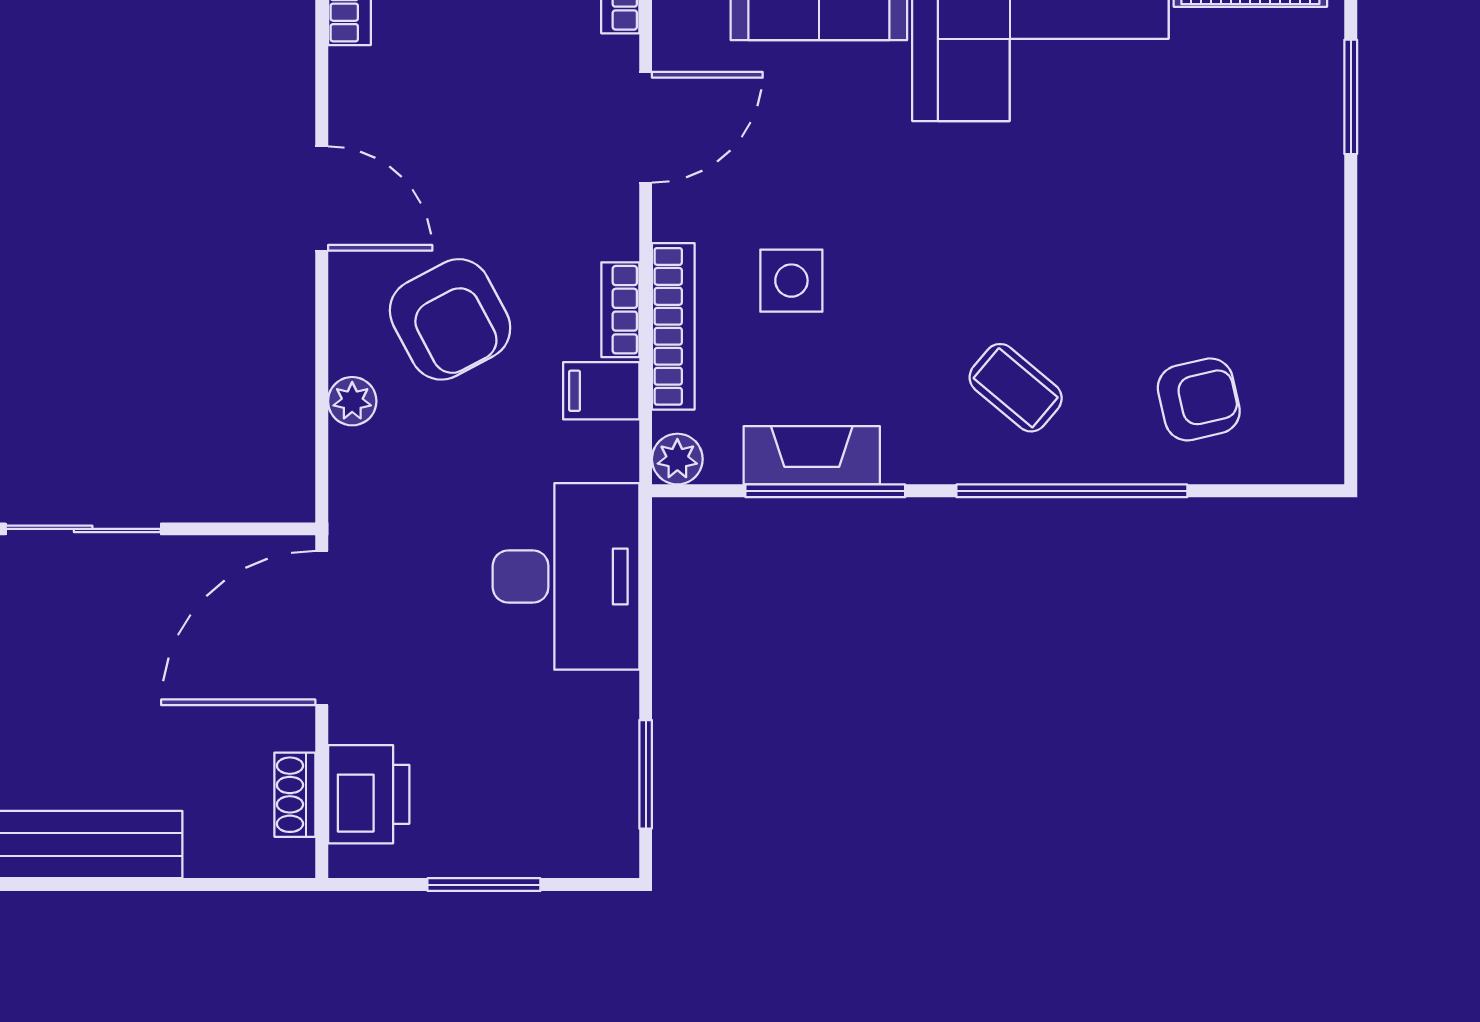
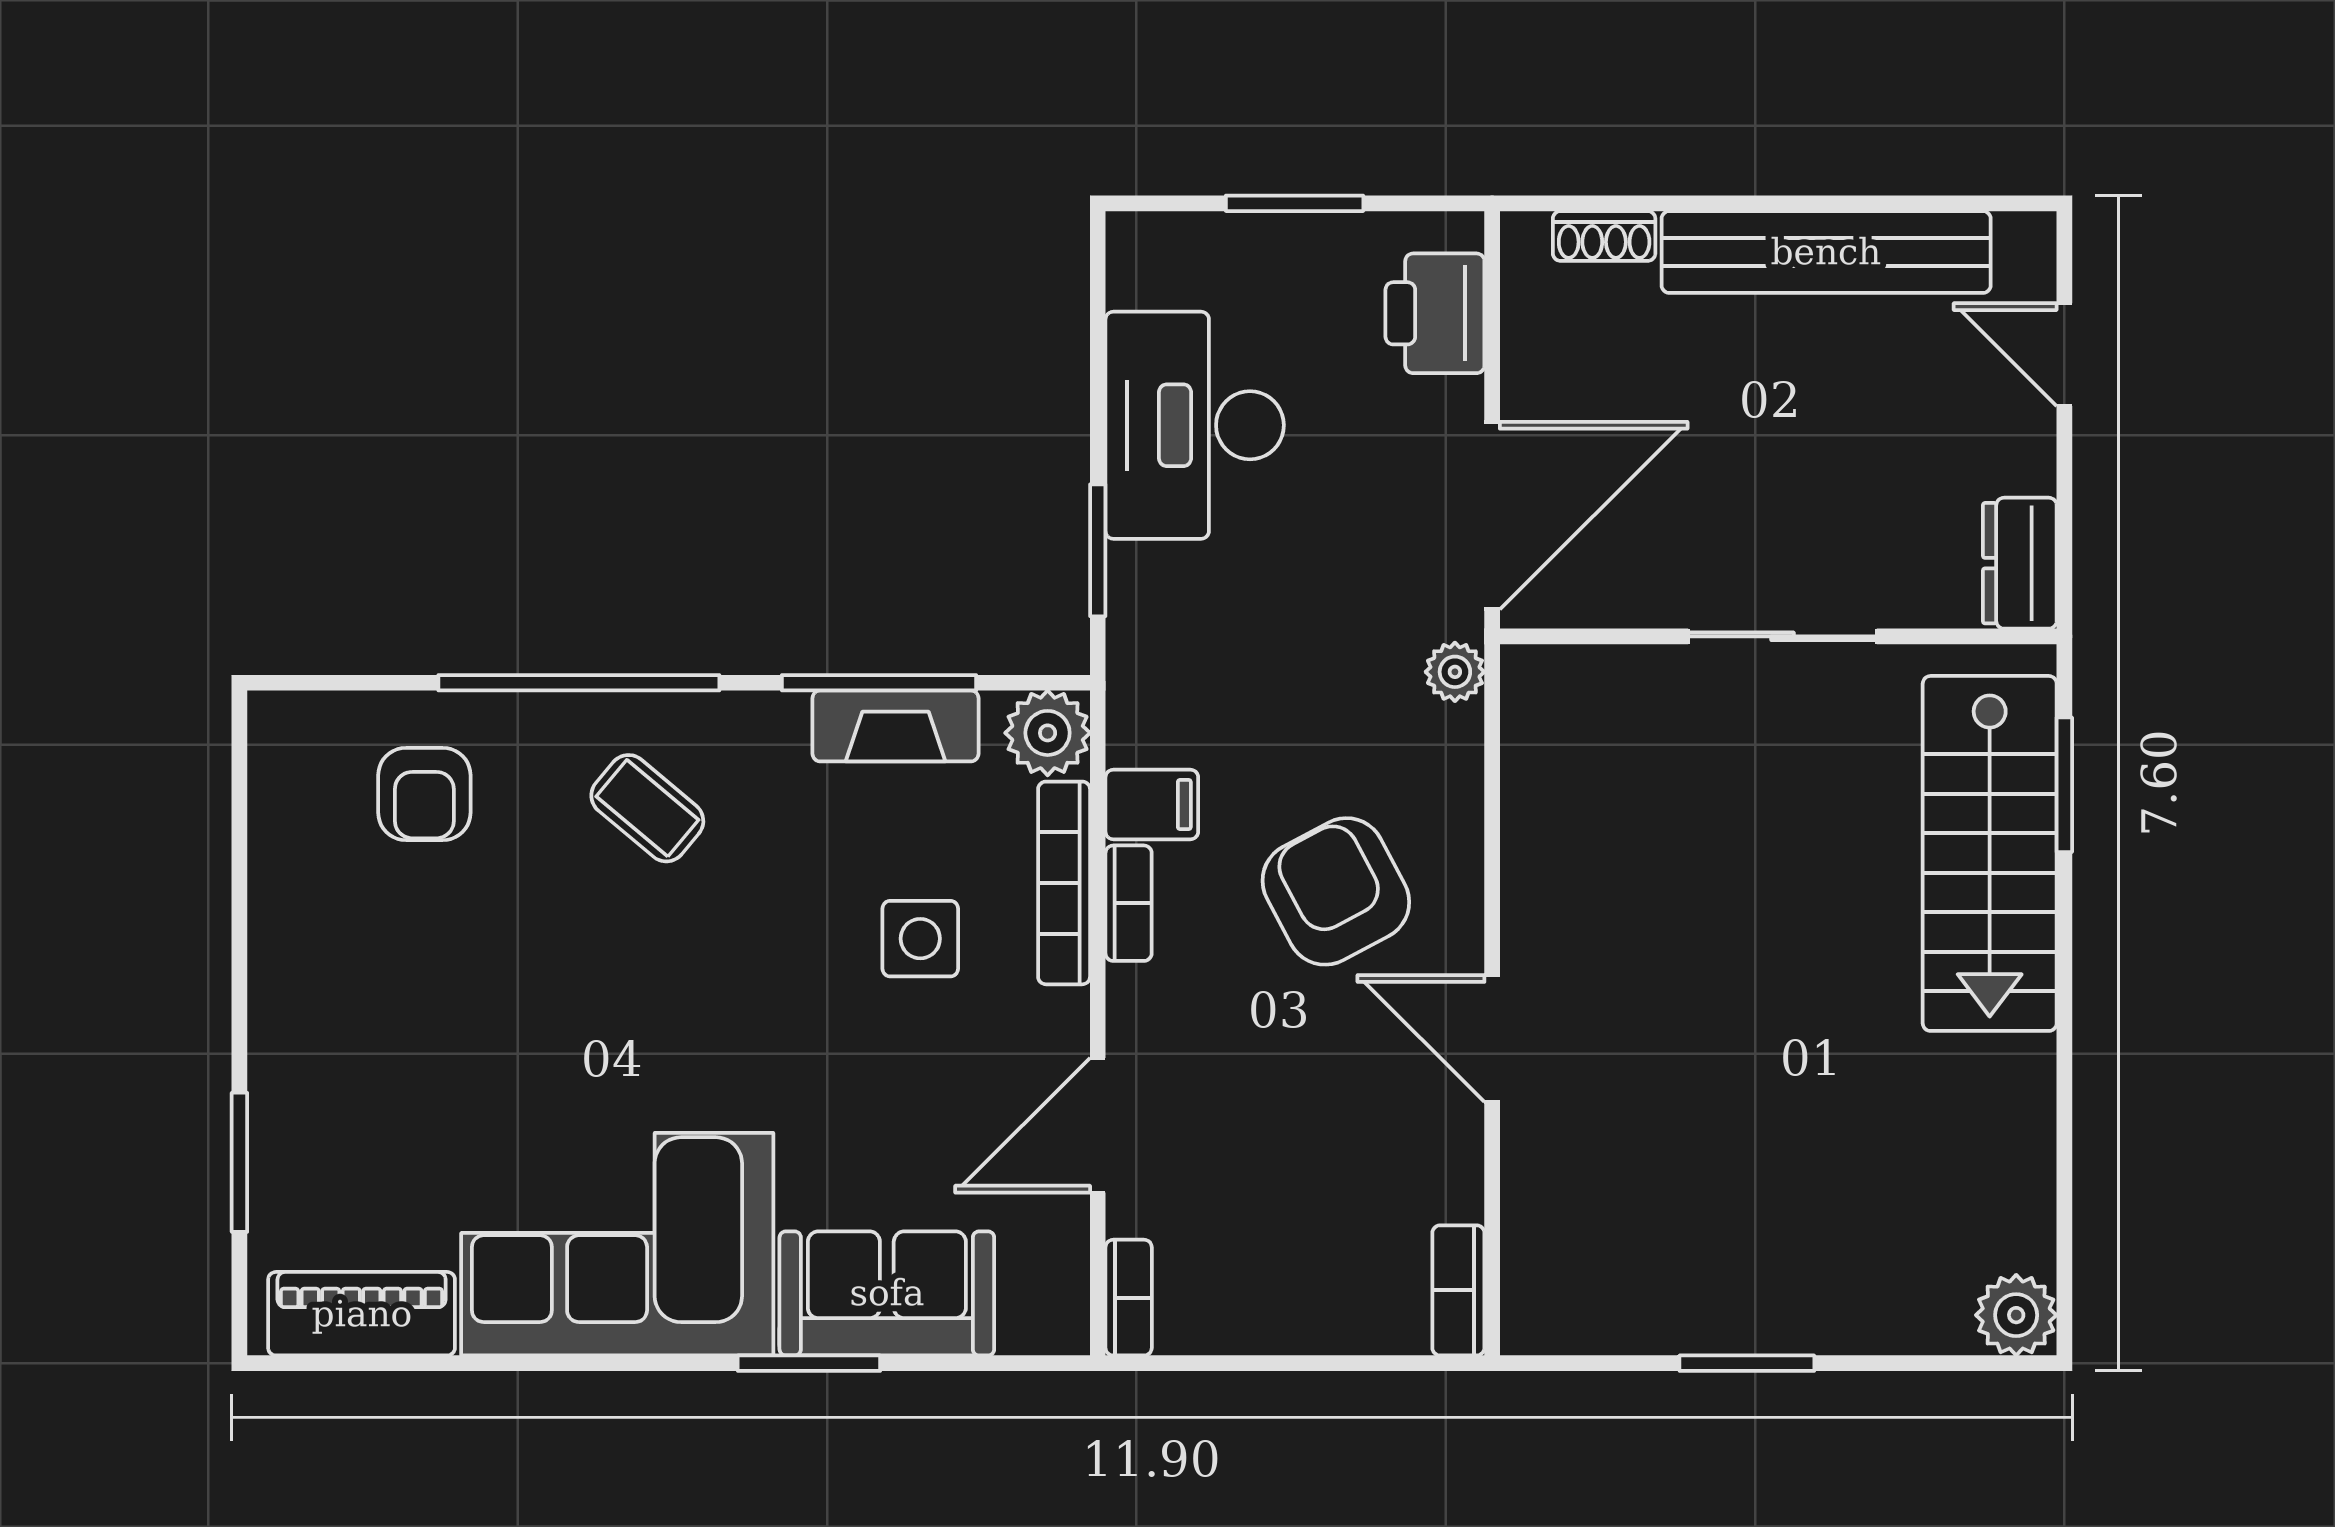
armchair: (1199, 399) -> (424, 794), turned -77
plant: (352, 401) -> (1455, 672), moved
plant: (677, 459) -> (1048, 733), width x1.38, depth x1.38
desk: (566, 576) -> (1195, 425), moved
window: (646, 774) -> (1098, 550), moved
shoe rack: (295, 795) -> (1604, 236), moved, turned 90

